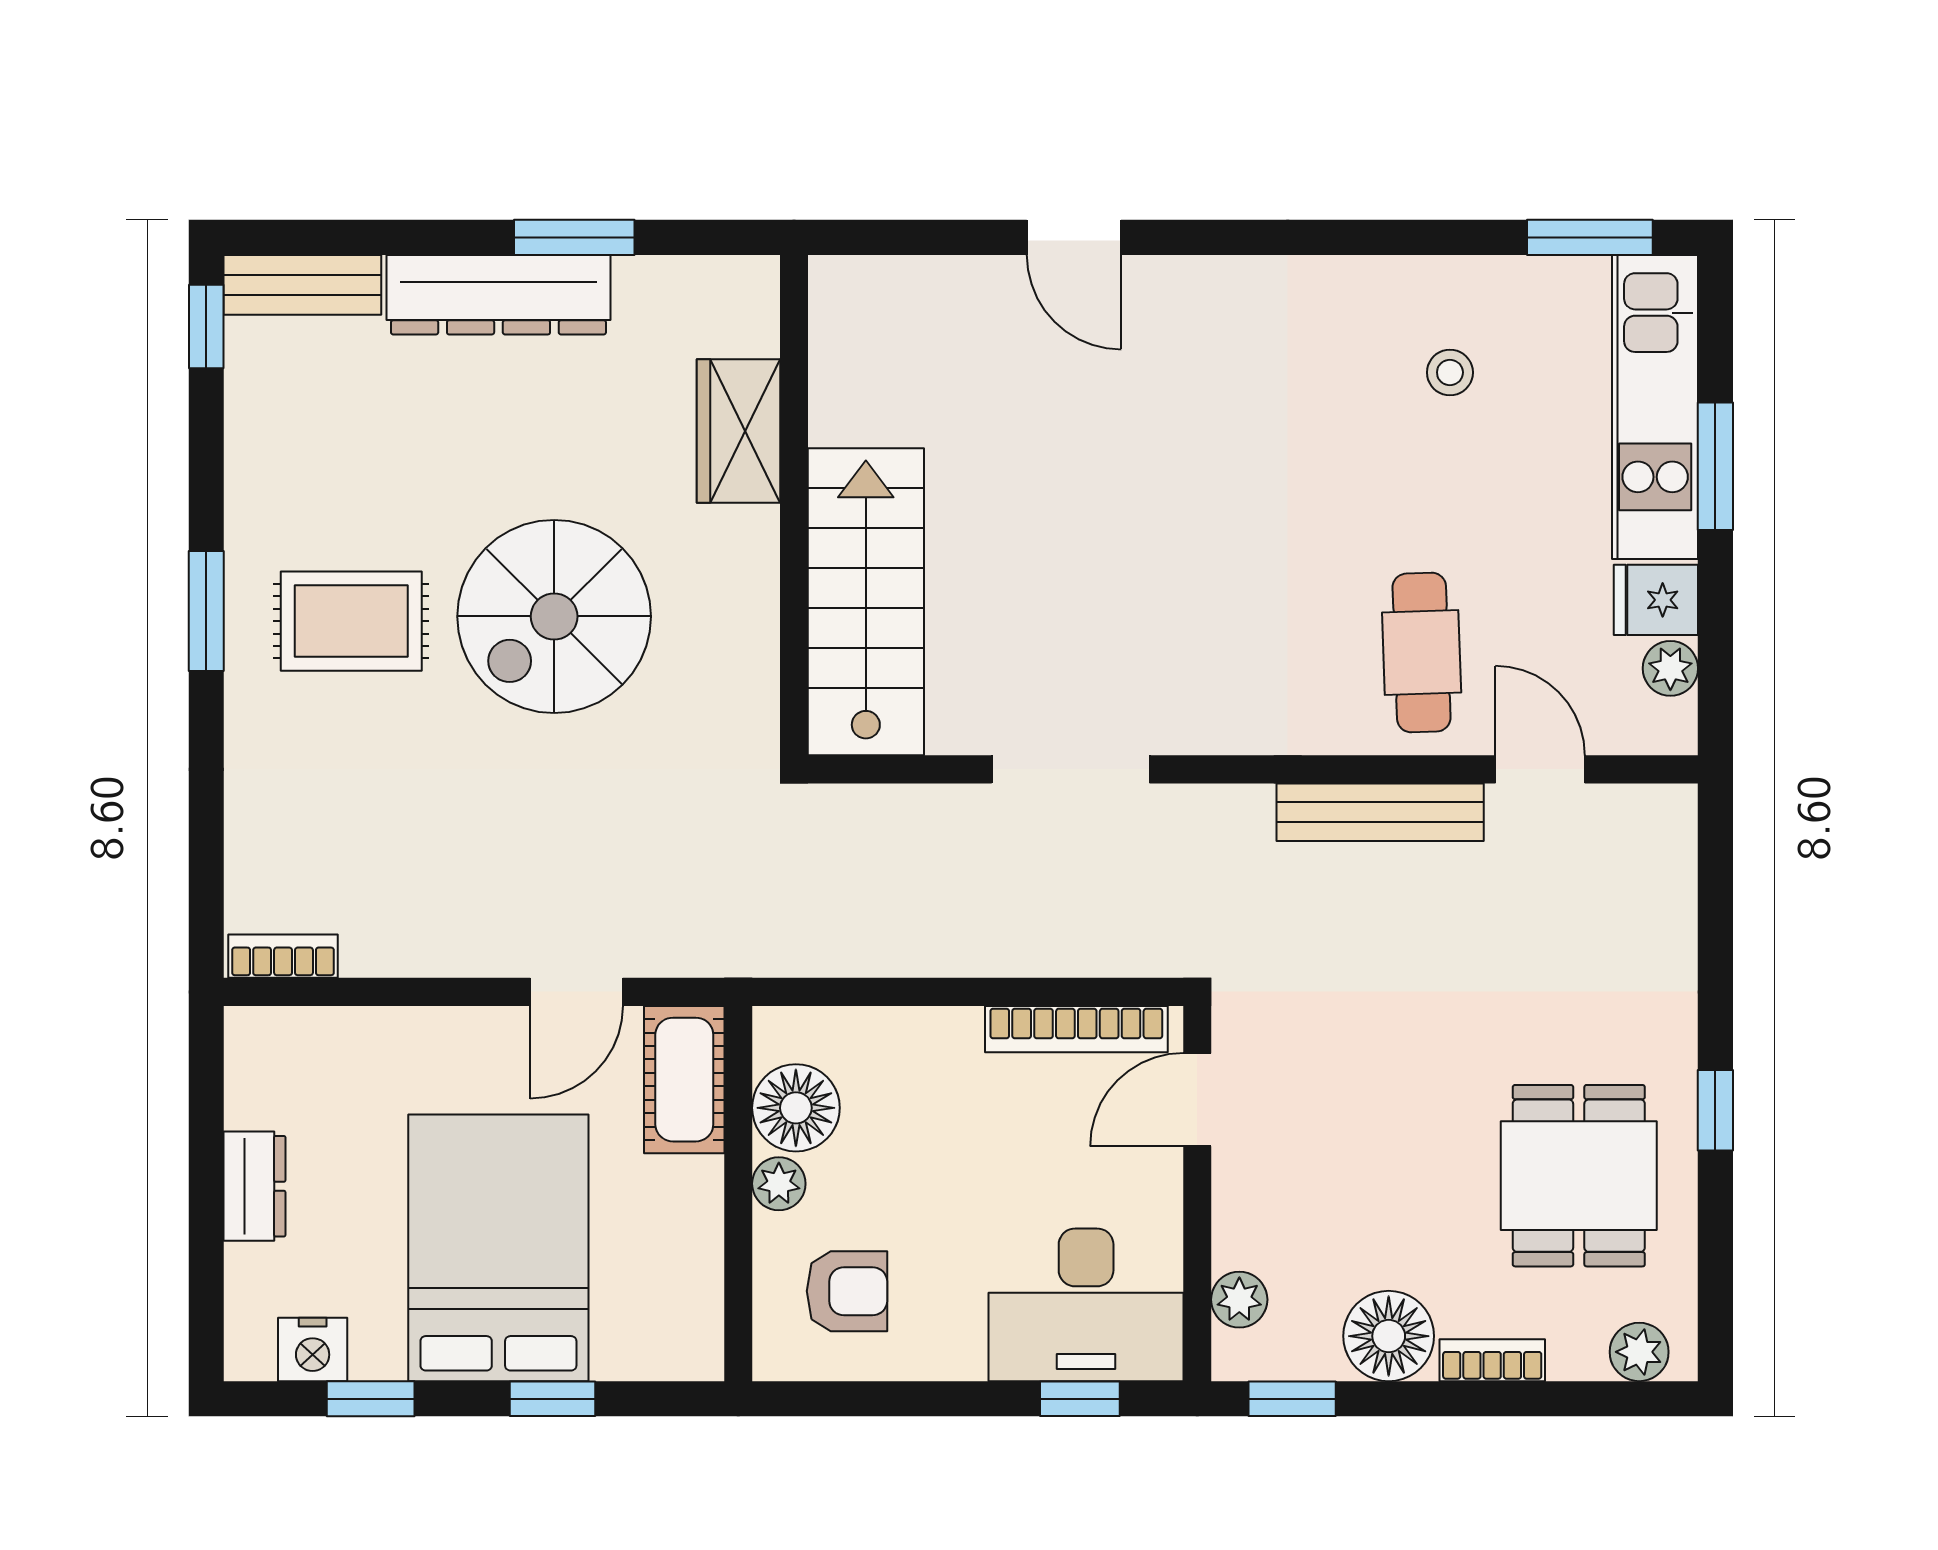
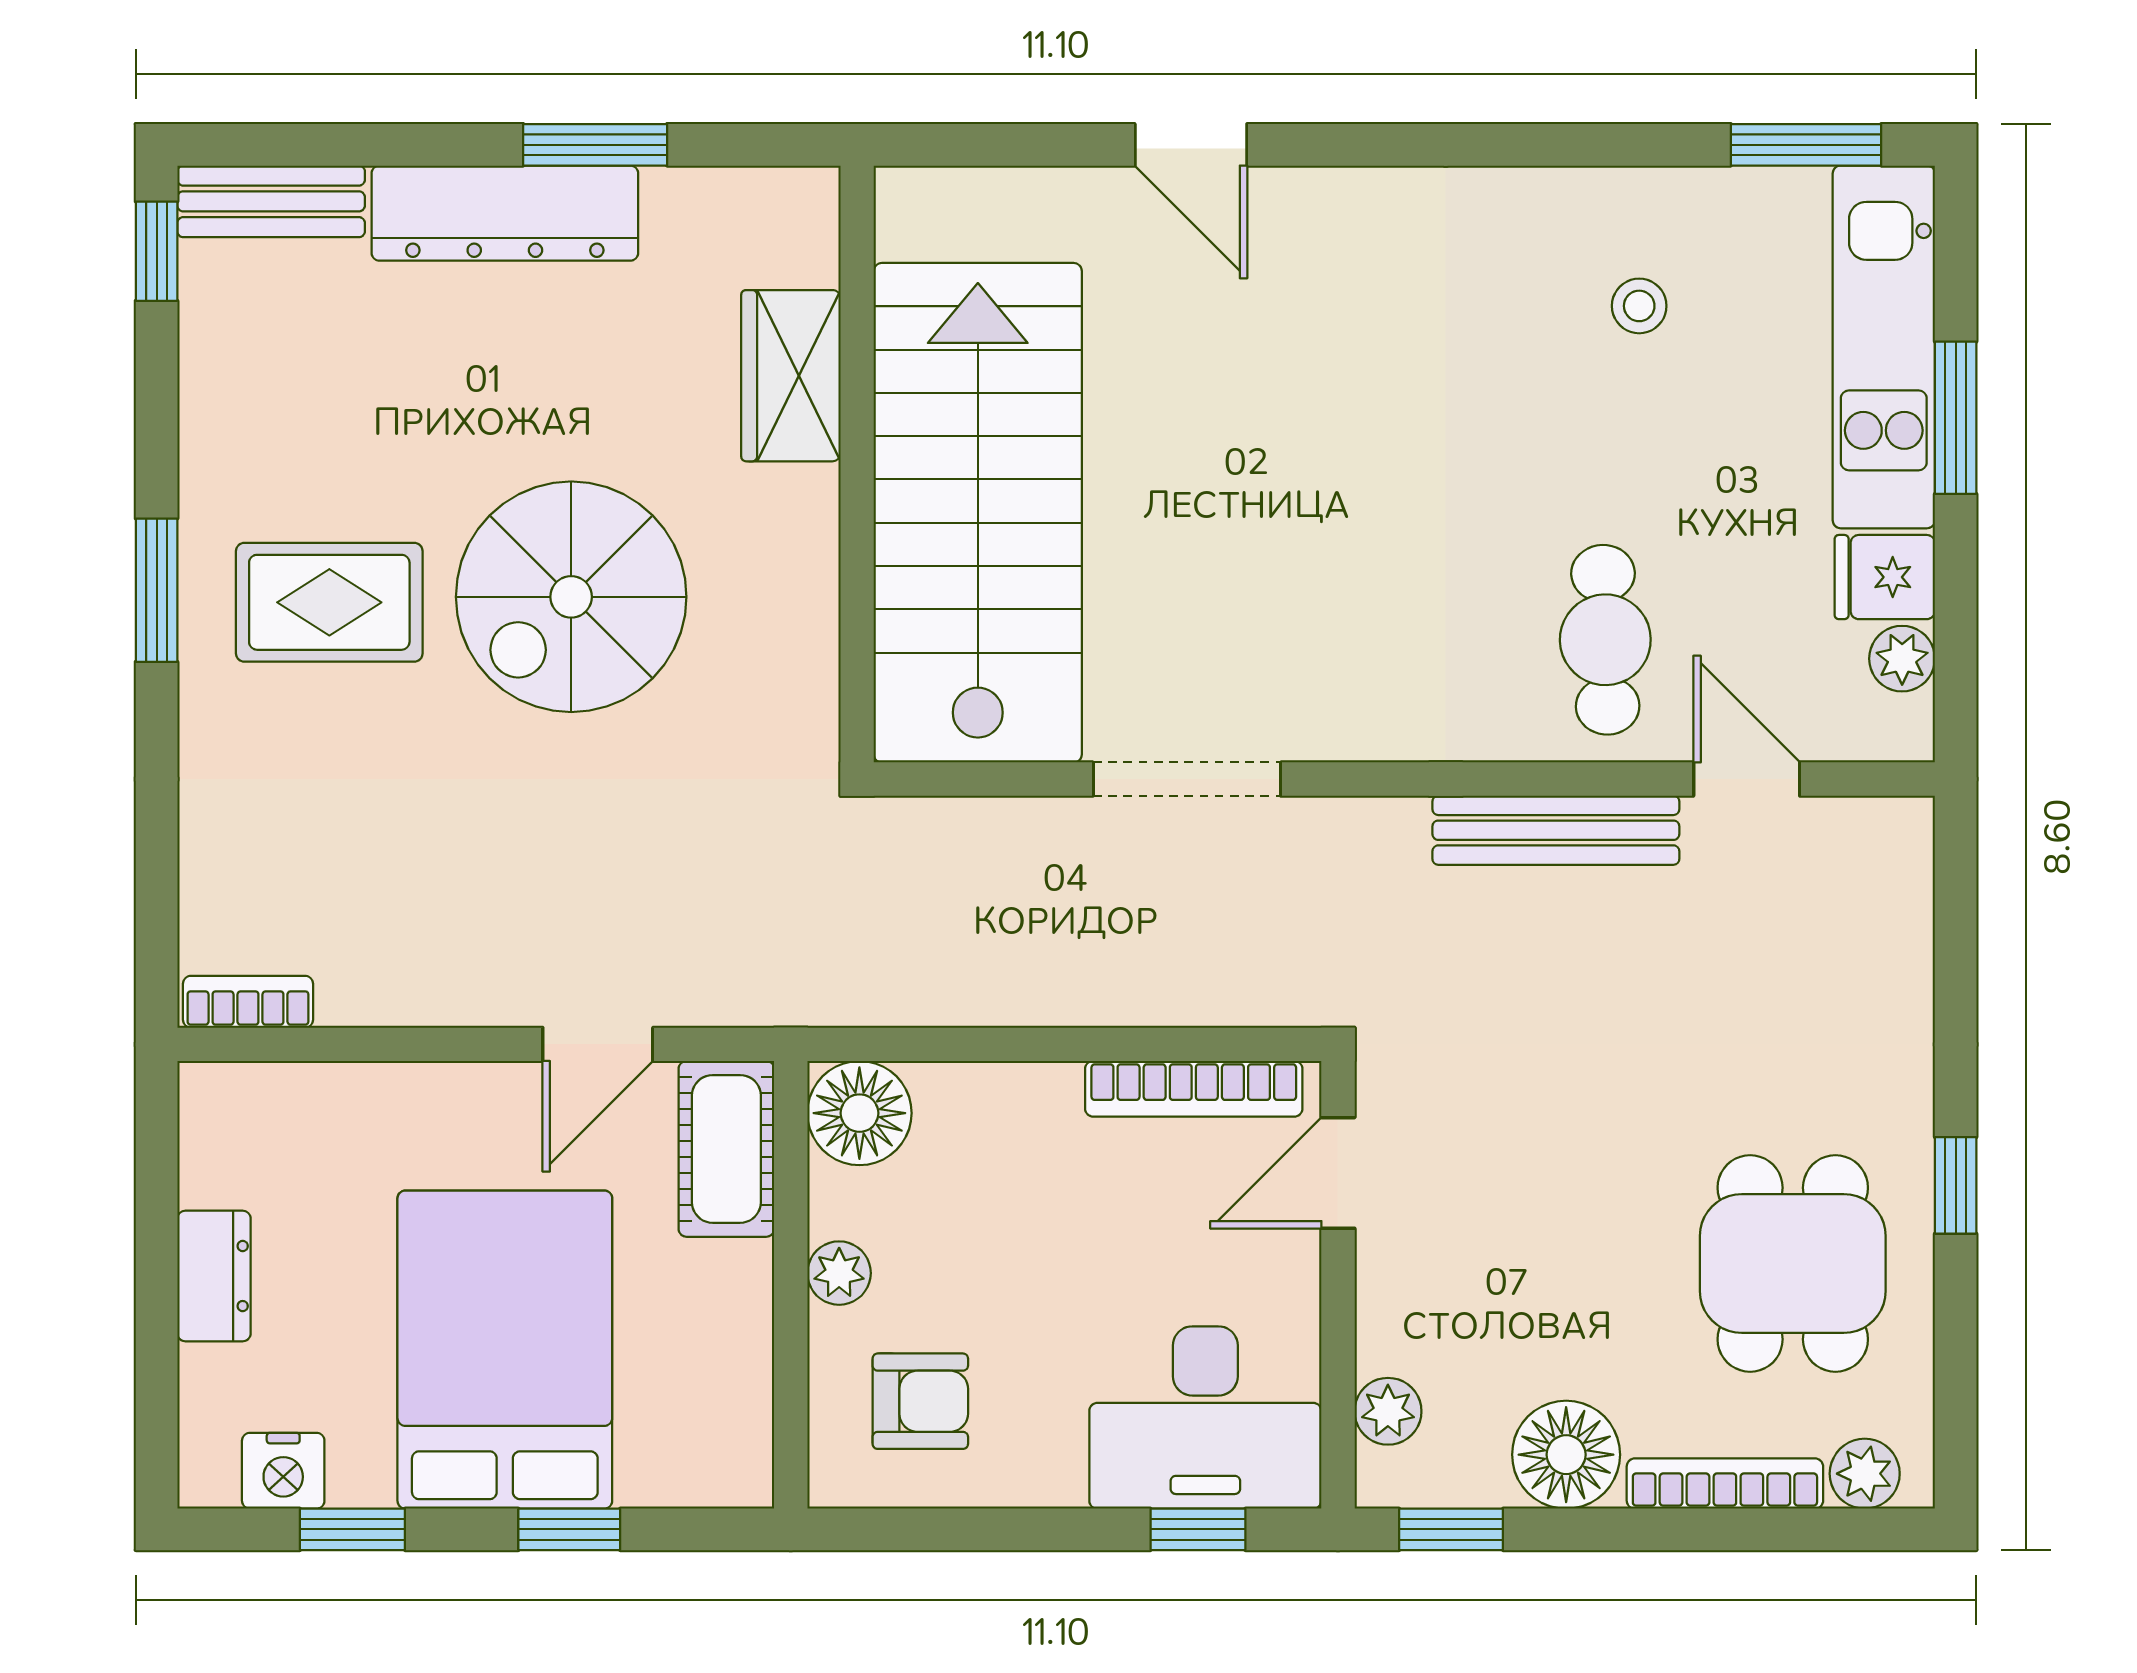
stairs: (866, 602) -> (978, 513), width x1.36, depth x1.51
floor lamp: (796, 1108) -> (859, 1113), moved
bookcase: (1492, 1360) -> (1725, 1484), width x1.56

